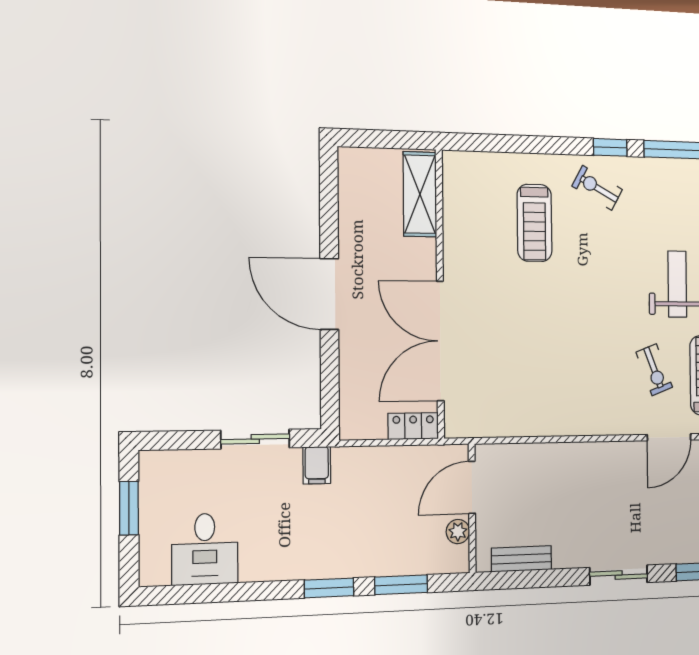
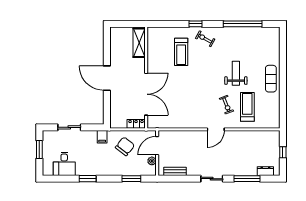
window: (610, 147) -> (196, 24), moved
double door: (440, 341) -> (146, 94), swing flipped
door: (669, 437) -> (216, 129), moved
sliding door: (255, 439) -> (69, 127), moved
chair: (382, 492) -> (125, 146), added
window: (329, 588) -> (88, 179), moved

